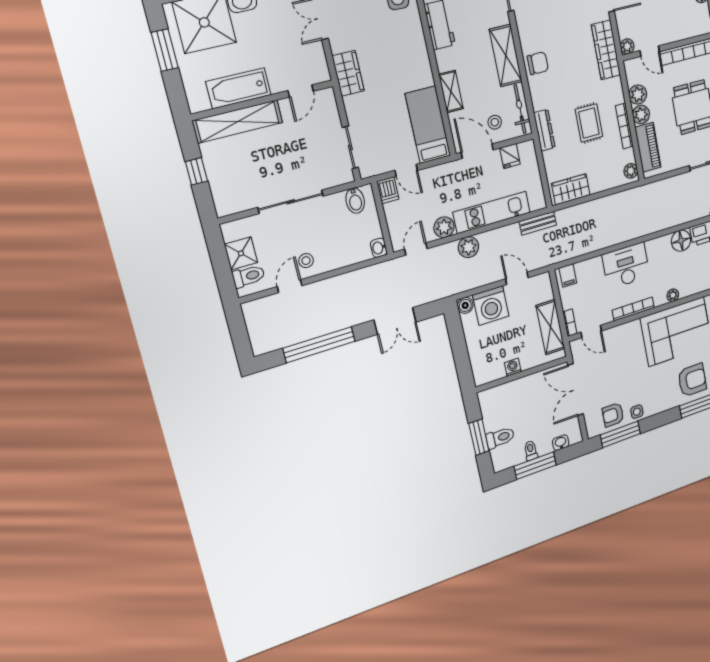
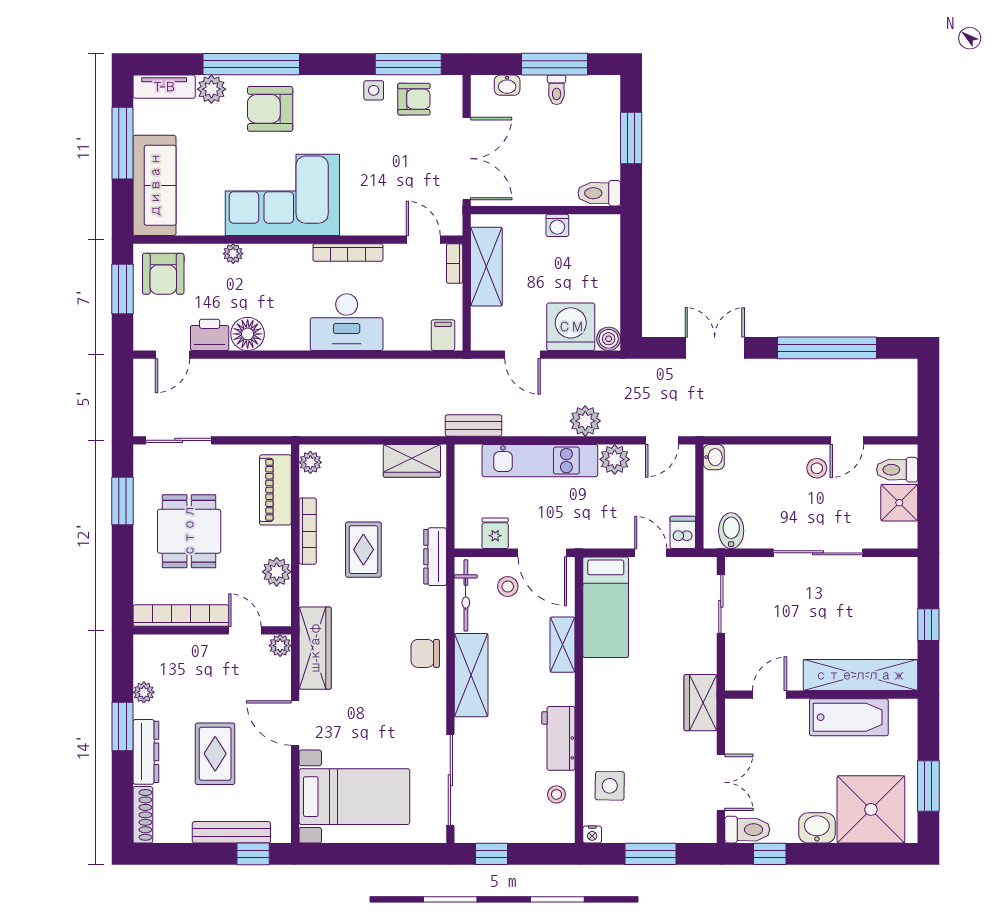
plant: (641, 115) -> (277, 541), removed
plant: (673, 295) -> (233, 254), moved
toilet: (500, 438) -> (599, 193), moved

